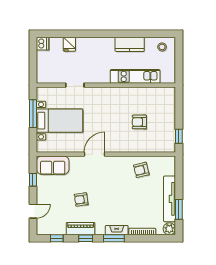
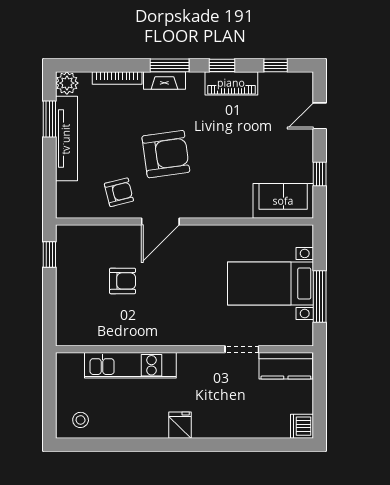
fridge: (69, 44) -> (180, 425), moved
kitchen counter: (130, 44) -> (286, 366), moved, turned 180
door: (95, 154) -> (160, 221), moved
armchair: (81, 199) -> (166, 154), moved, width x1.88, depth x1.88

